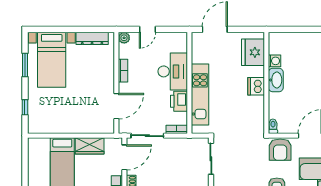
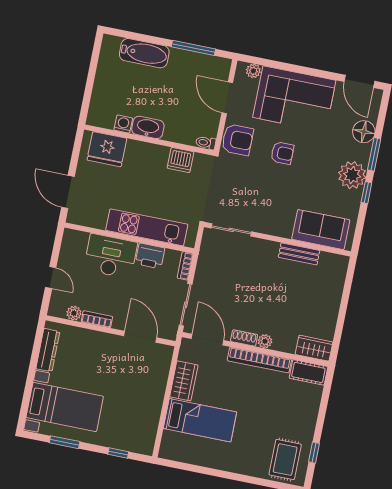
plant: (124, 38) -> (74, 313), moved
dishwasher: (256, 86) -> (180, 160), moved

